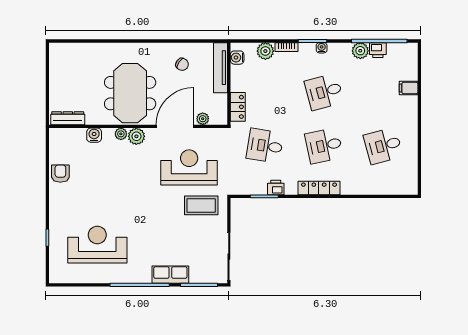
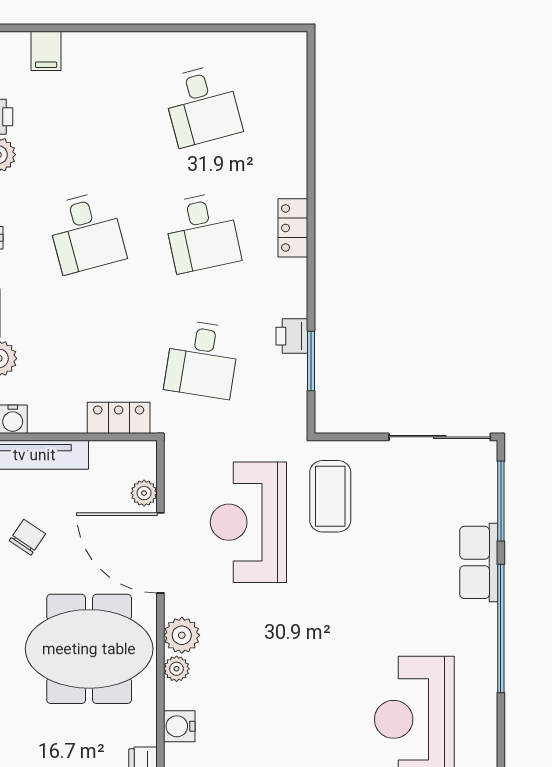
filing cabinet: (409, 88) -> (46, 51), moved
locker: (319, 188) -> (293, 228), width x0.66

